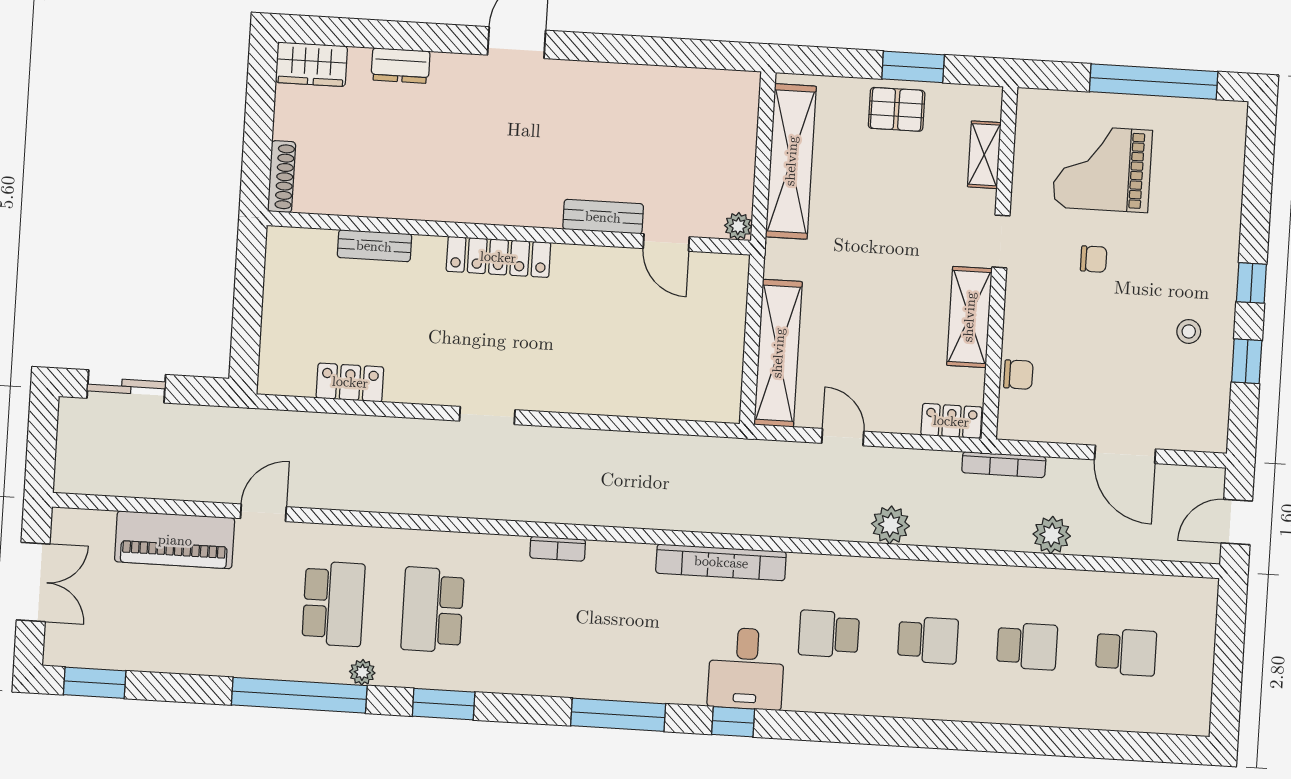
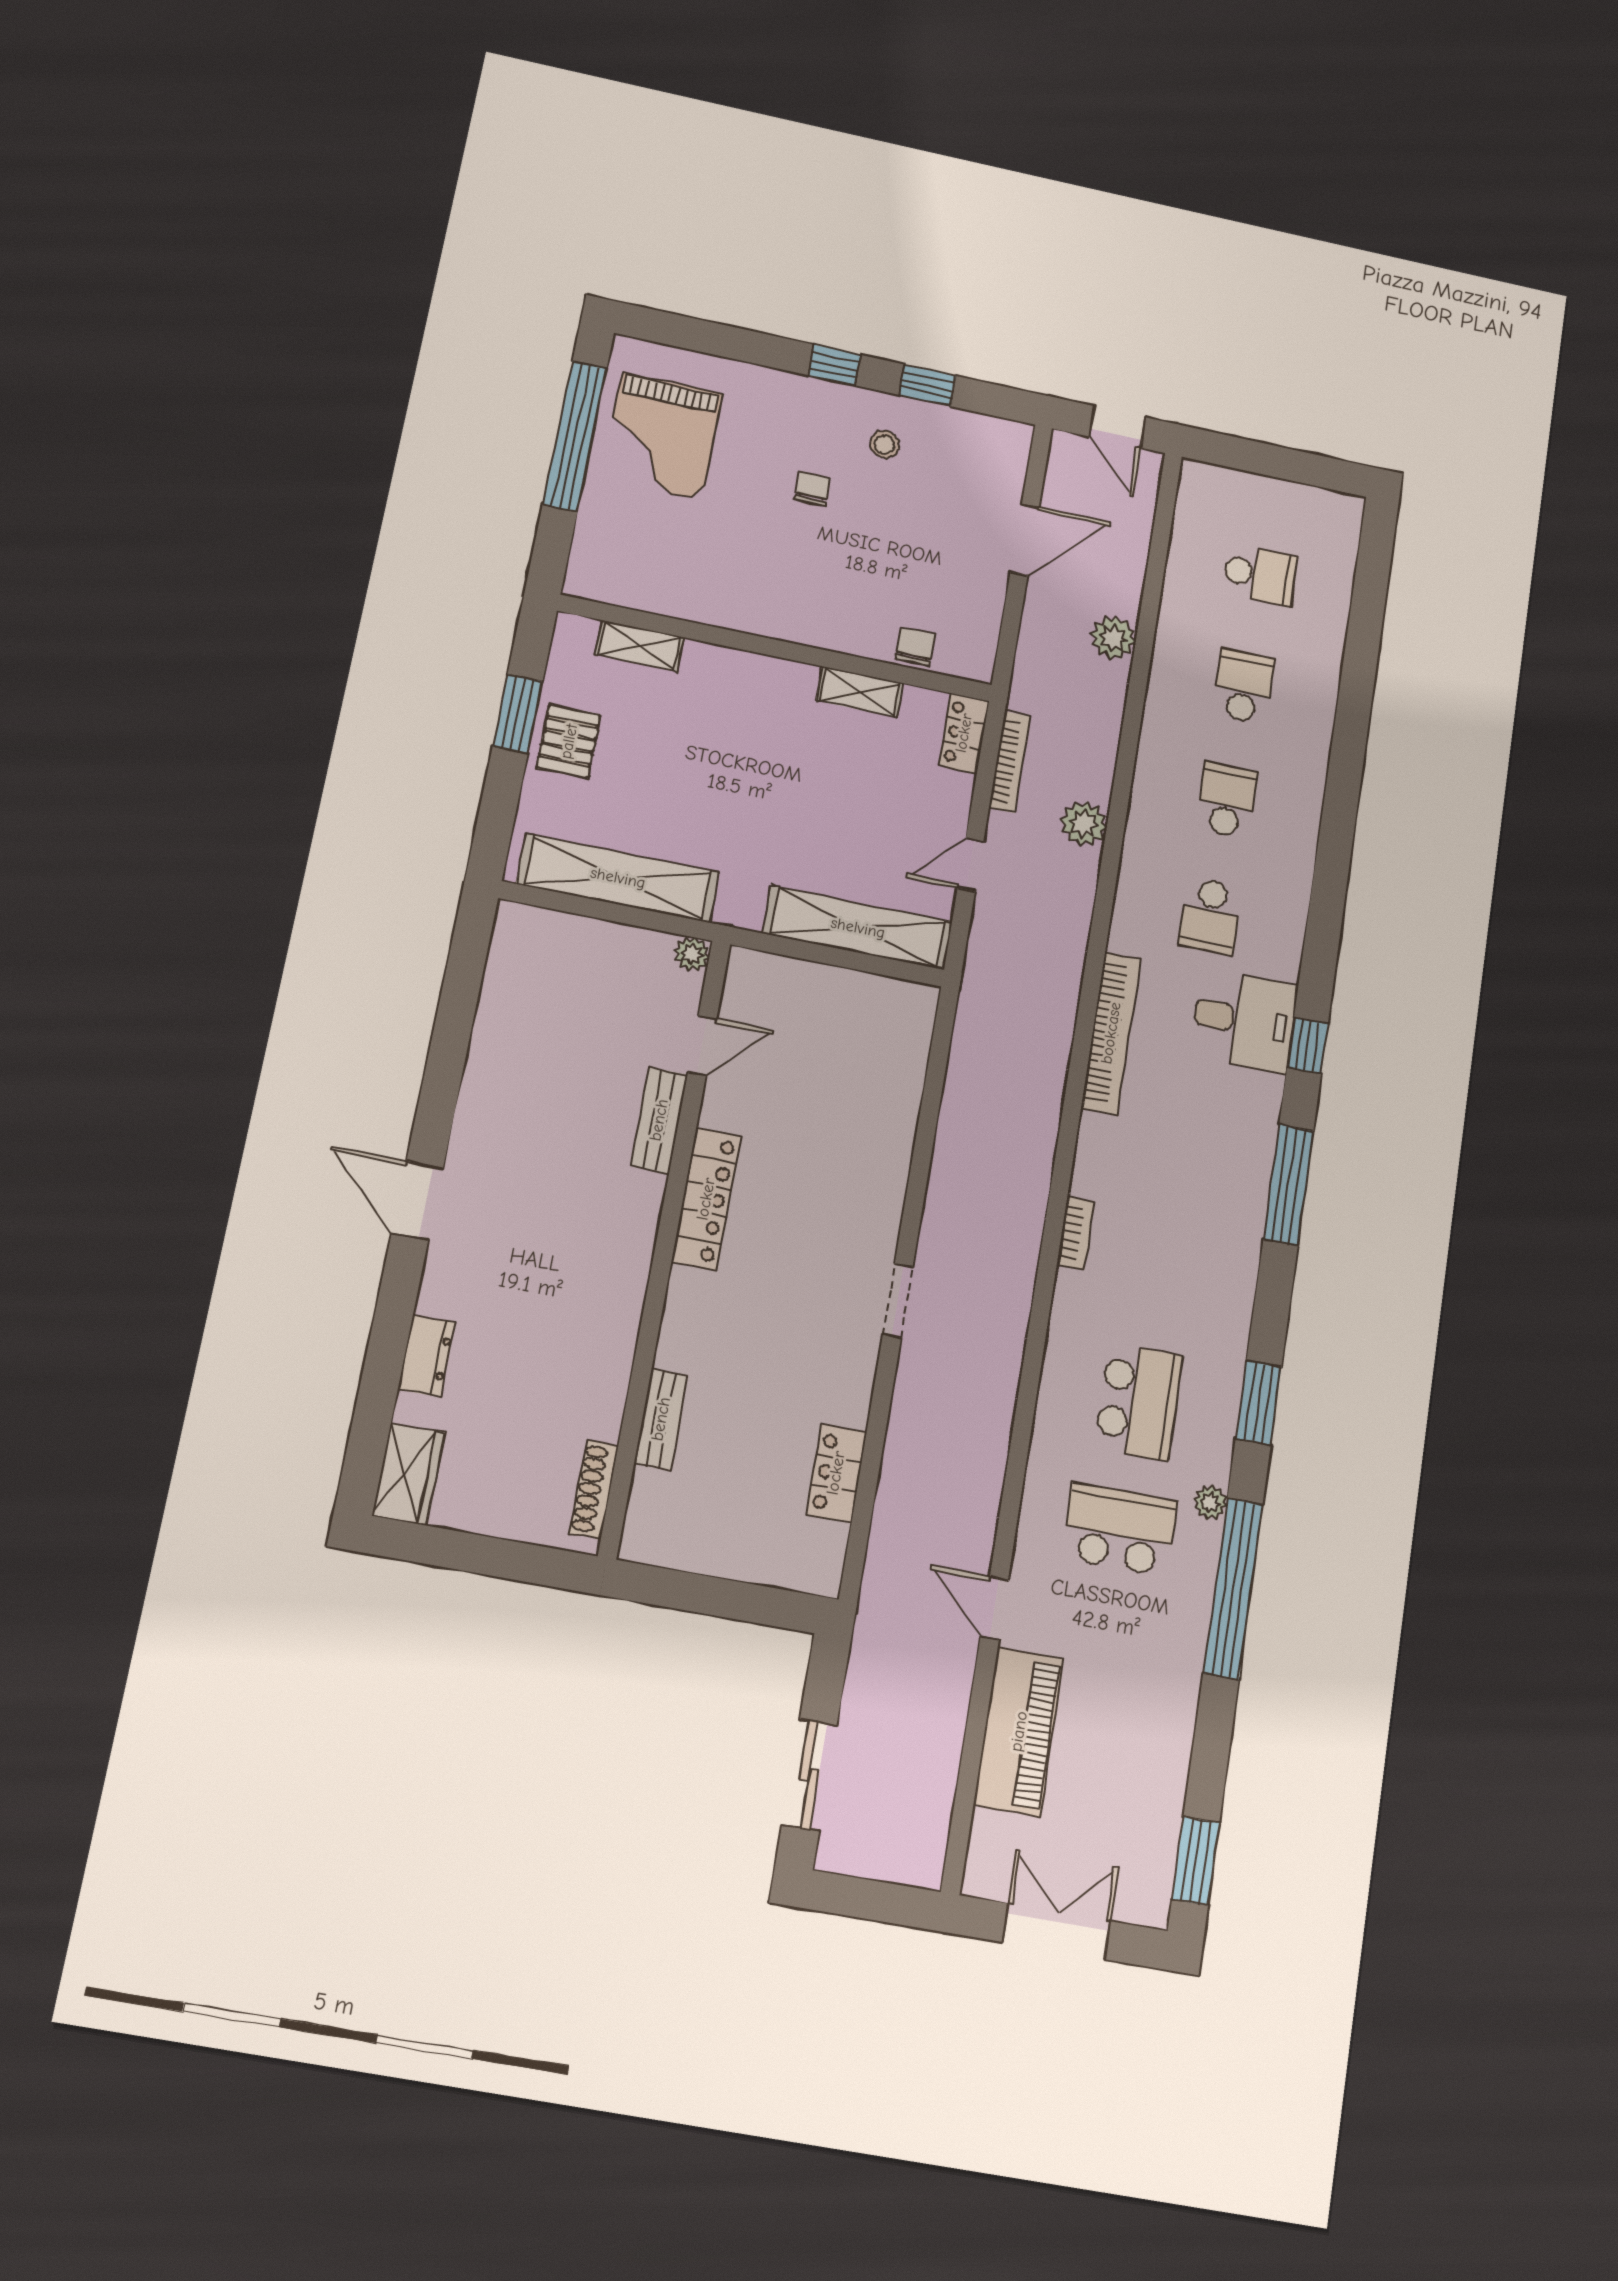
grand piano: (1102, 169) -> (662, 436), moved
shoe rack: (282, 177) -> (594, 1489), moved, turned -90
doorway: (1001, 241) -> (750, 643), removed
locker: (498, 257) -> (706, 1199), moved
chair: (1094, 259) -> (813, 489), moved
shelving: (969, 317) -> (860, 692), width x0.67, depth x0.75
bookcase: (1004, 465) -> (1010, 762), moved
school desk: (433, 610) -> (1139, 1402), turned -90
school desk: (1126, 652) -> (1260, 575), turned 90

